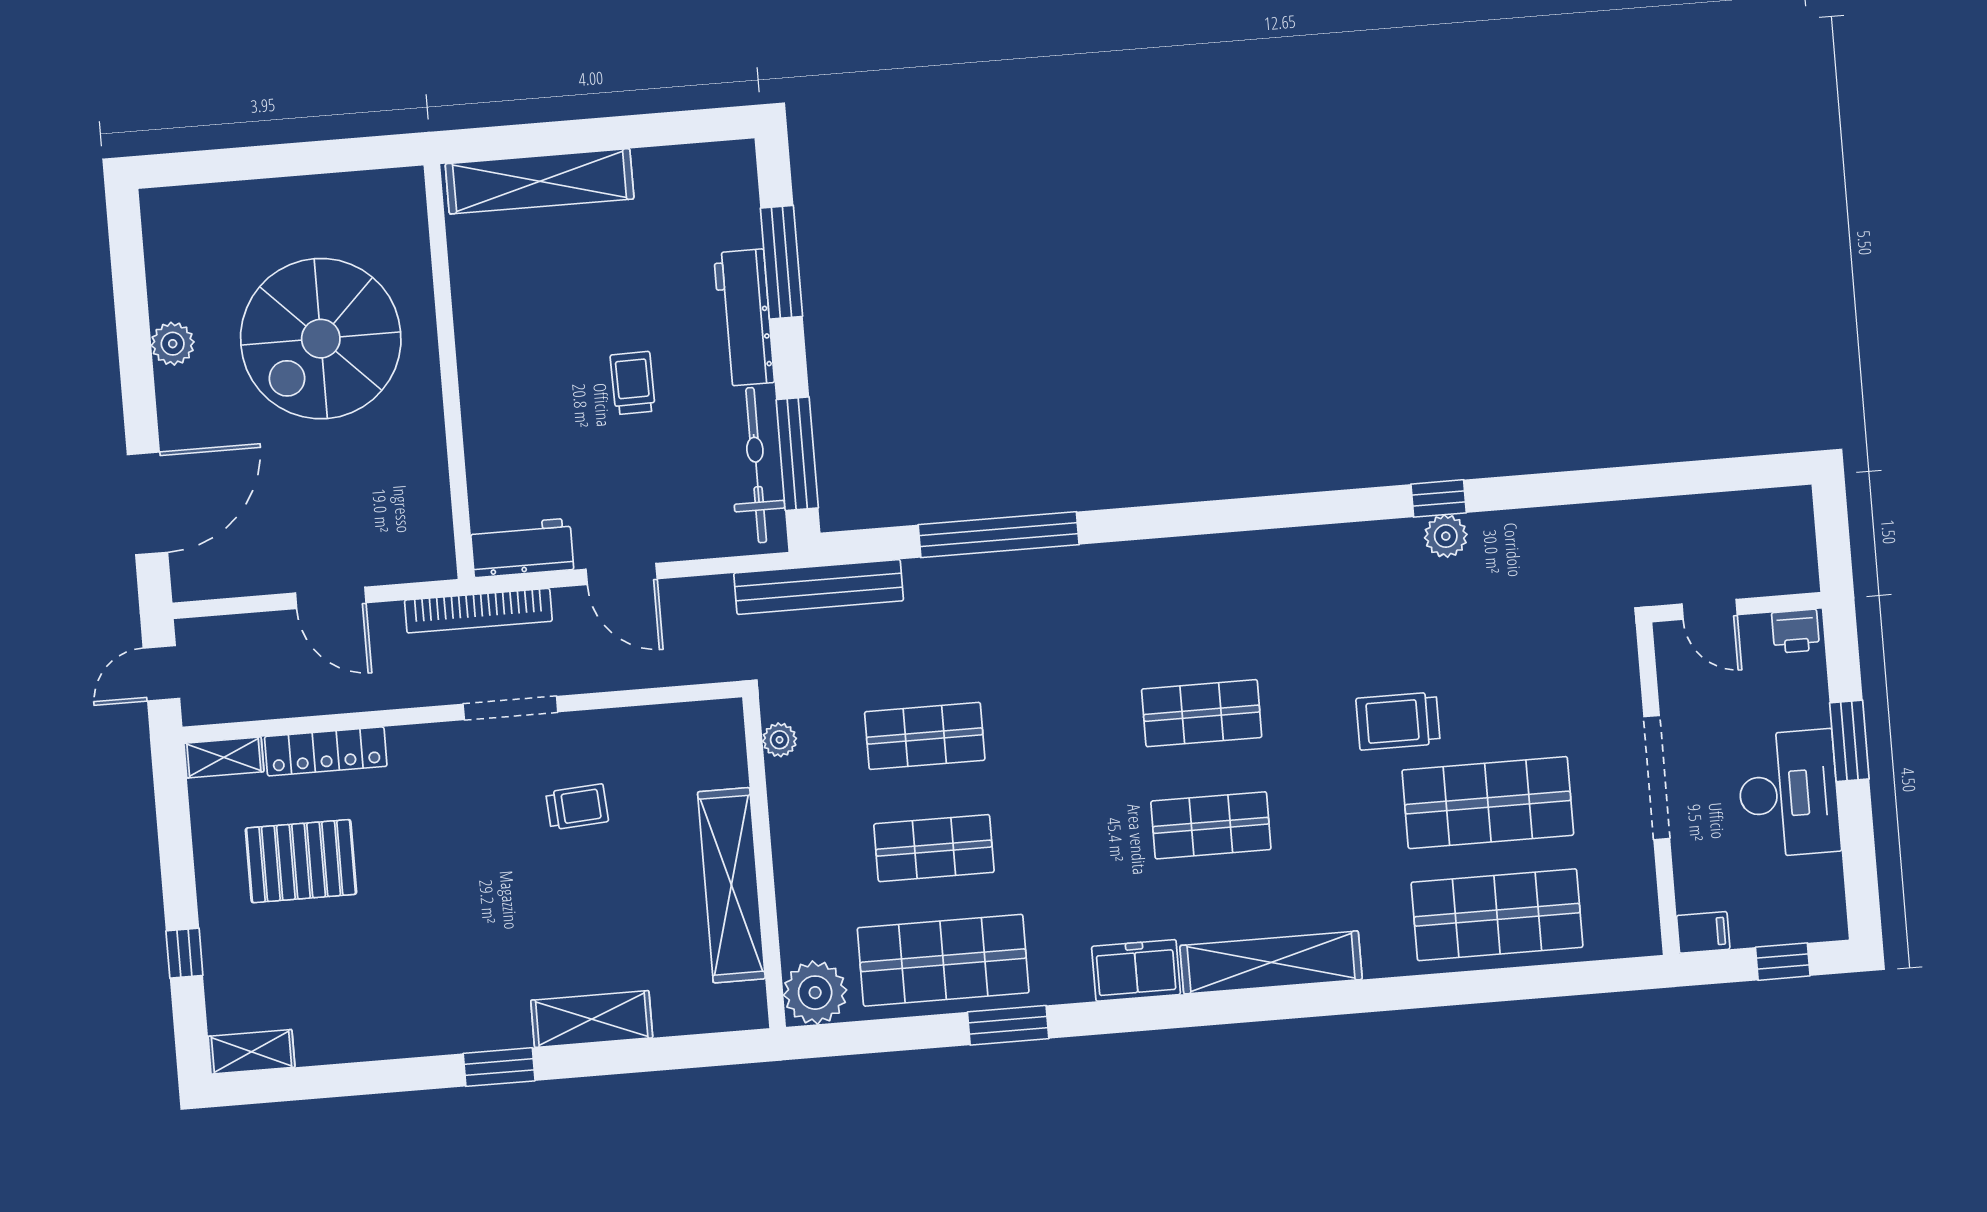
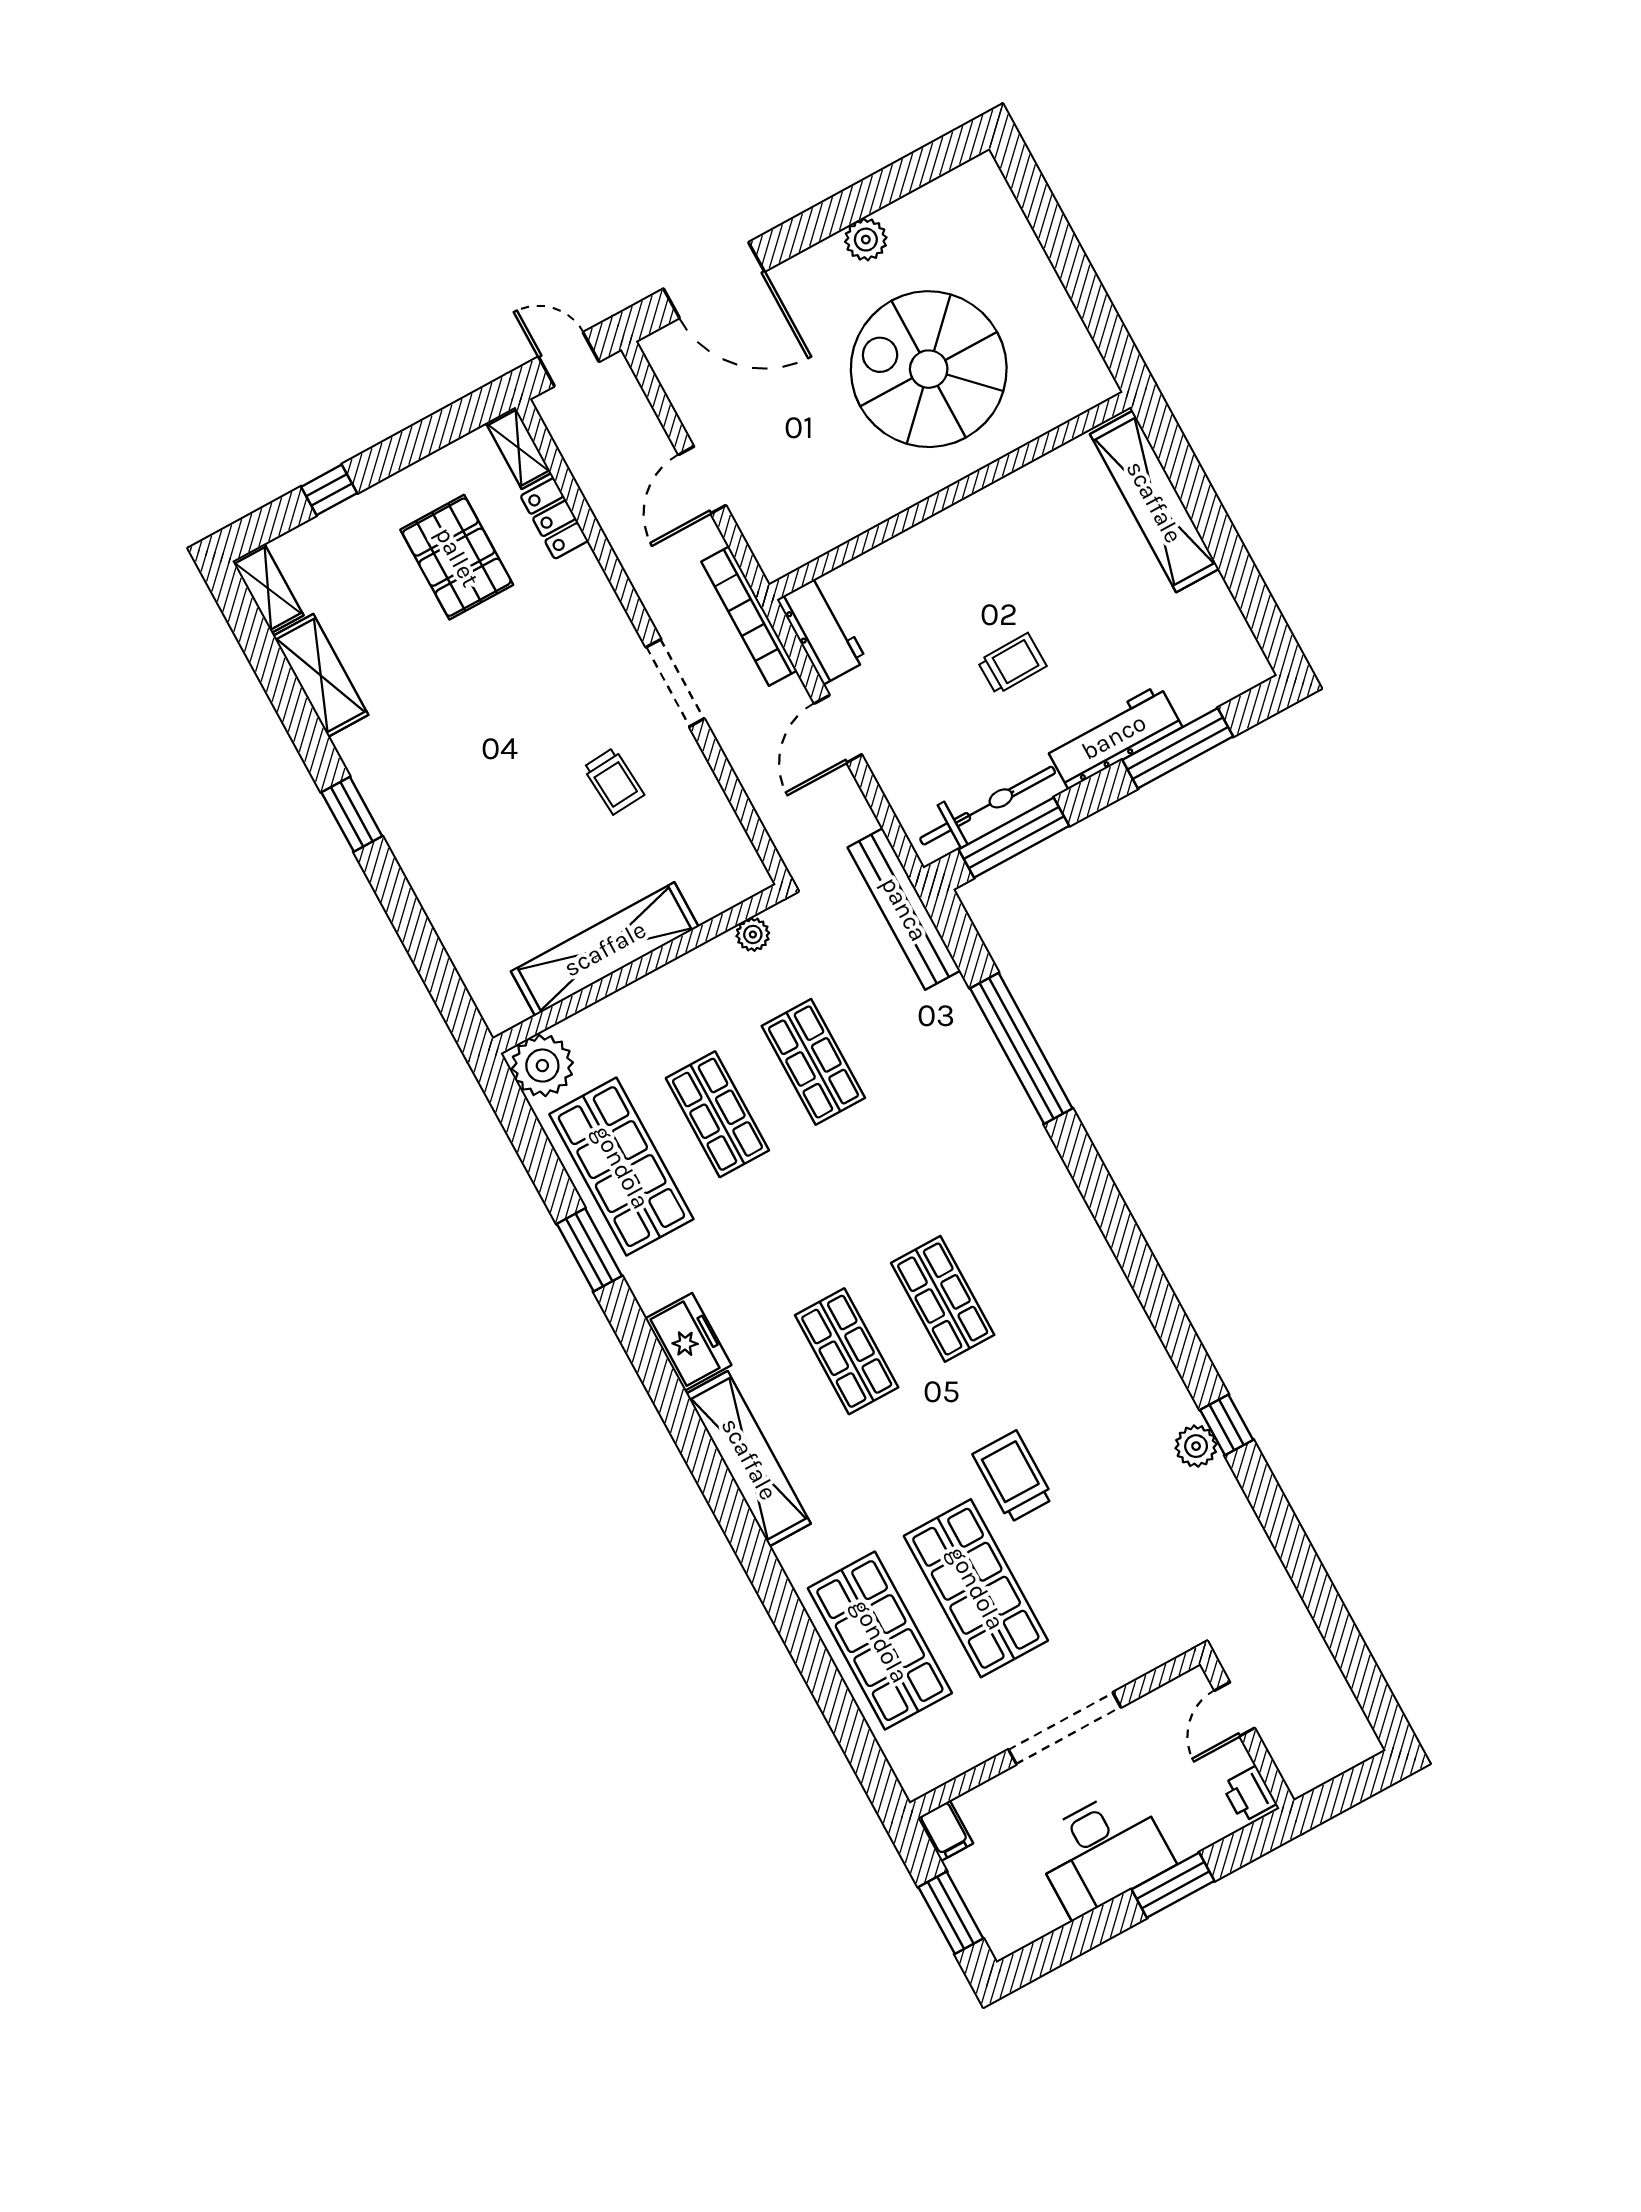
locker: (326, 751) -> (554, 518), width x0.66
window: (1783, 962) -> (951, 1913), width x1.50
shelving: (592, 1019) -> (321, 675), moved

